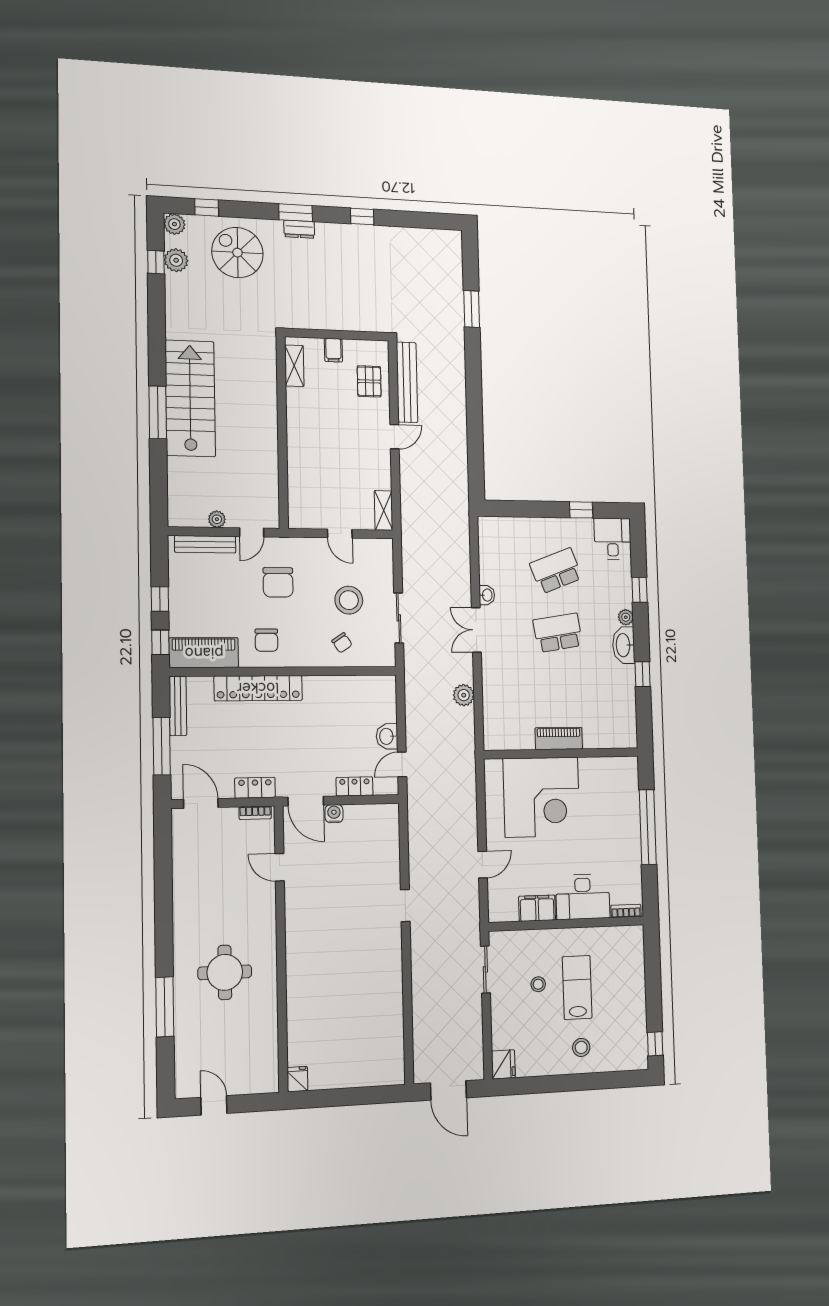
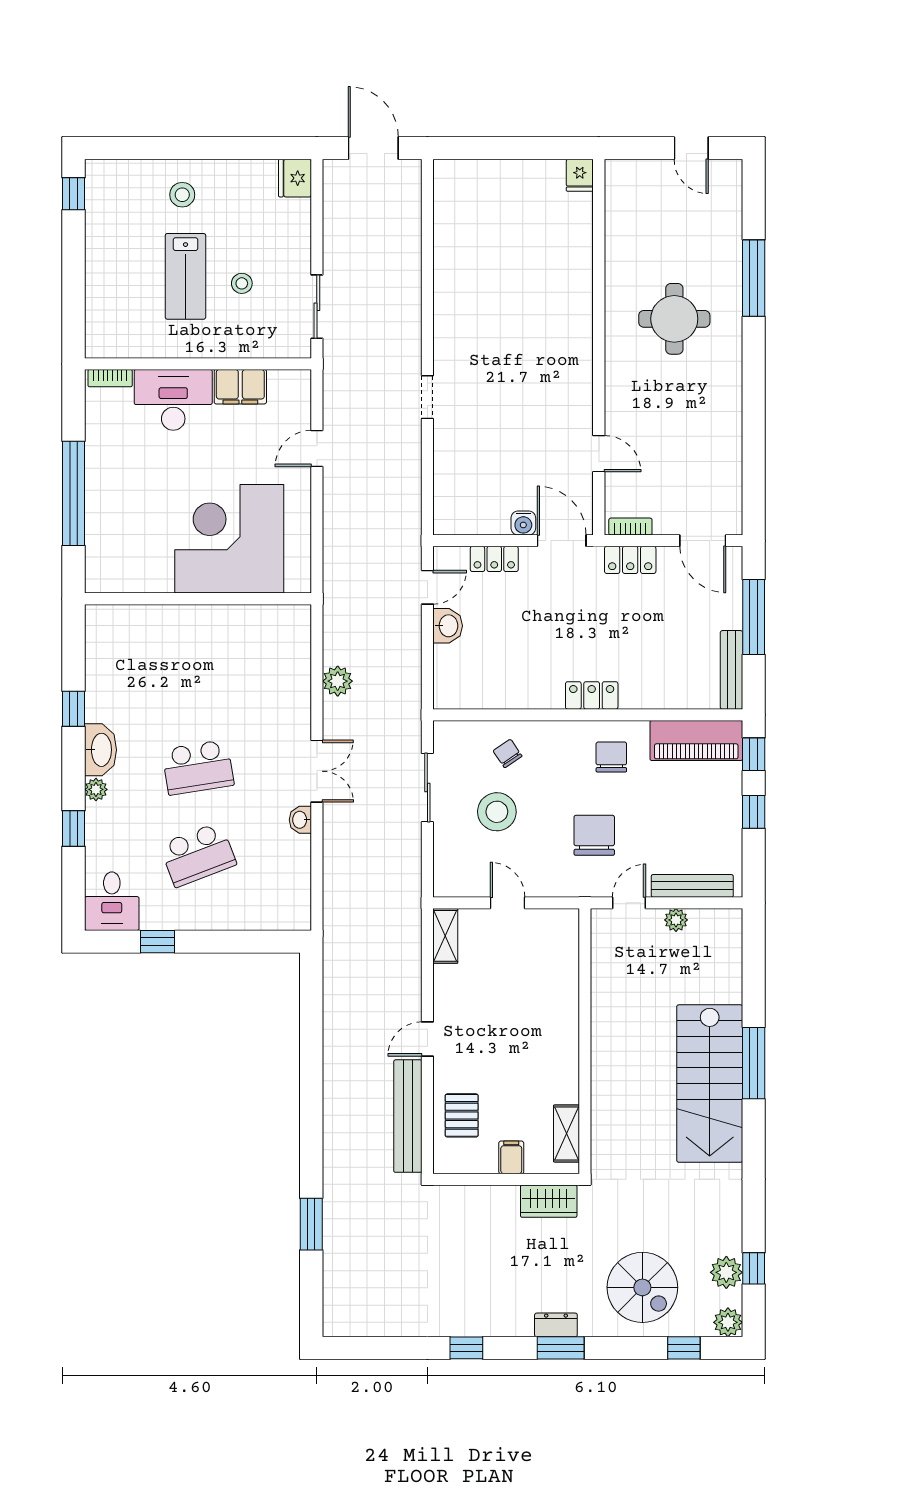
wardrobe: (306, 318) -> (549, 1201), added
locker: (258, 688) -> (592, 695), width x0.46, depth x0.83
piano: (559, 738) -> (201, 620), removed

